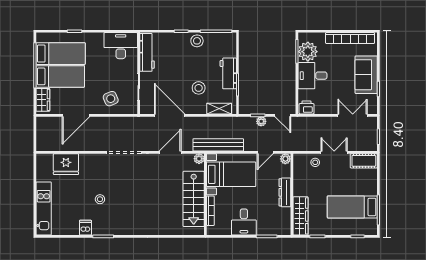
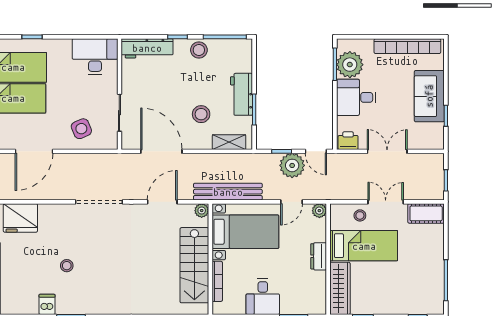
workbench: (147, 52) -> (147, 48), moved, turned 90
double door: (353, 115) -> (387, 151), moved
plant: (261, 121) -> (292, 165), width x1.88, depth x1.88
dresser: (285, 192) -> (319, 256), width x0.70
bed: (352, 207) -> (364, 246), moved, turned 180

